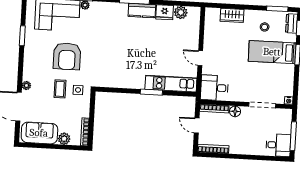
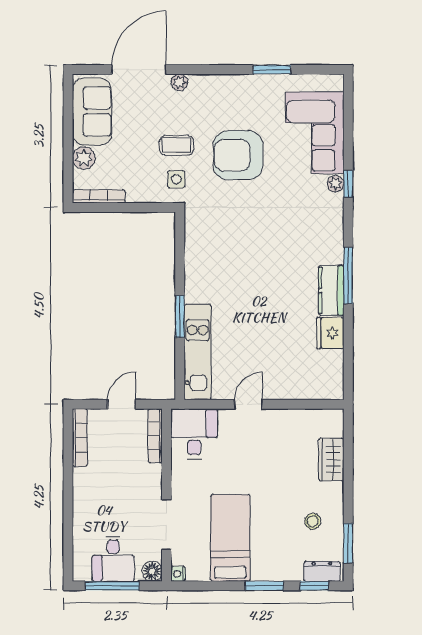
plant: (181, 12) -> (331, 363), removed
bed: (272, 52) -> (230, 538), moved
floor lamp: (235, 111) -> (152, 571), moved
desk: (278, 145) -> (113, 559), moved

